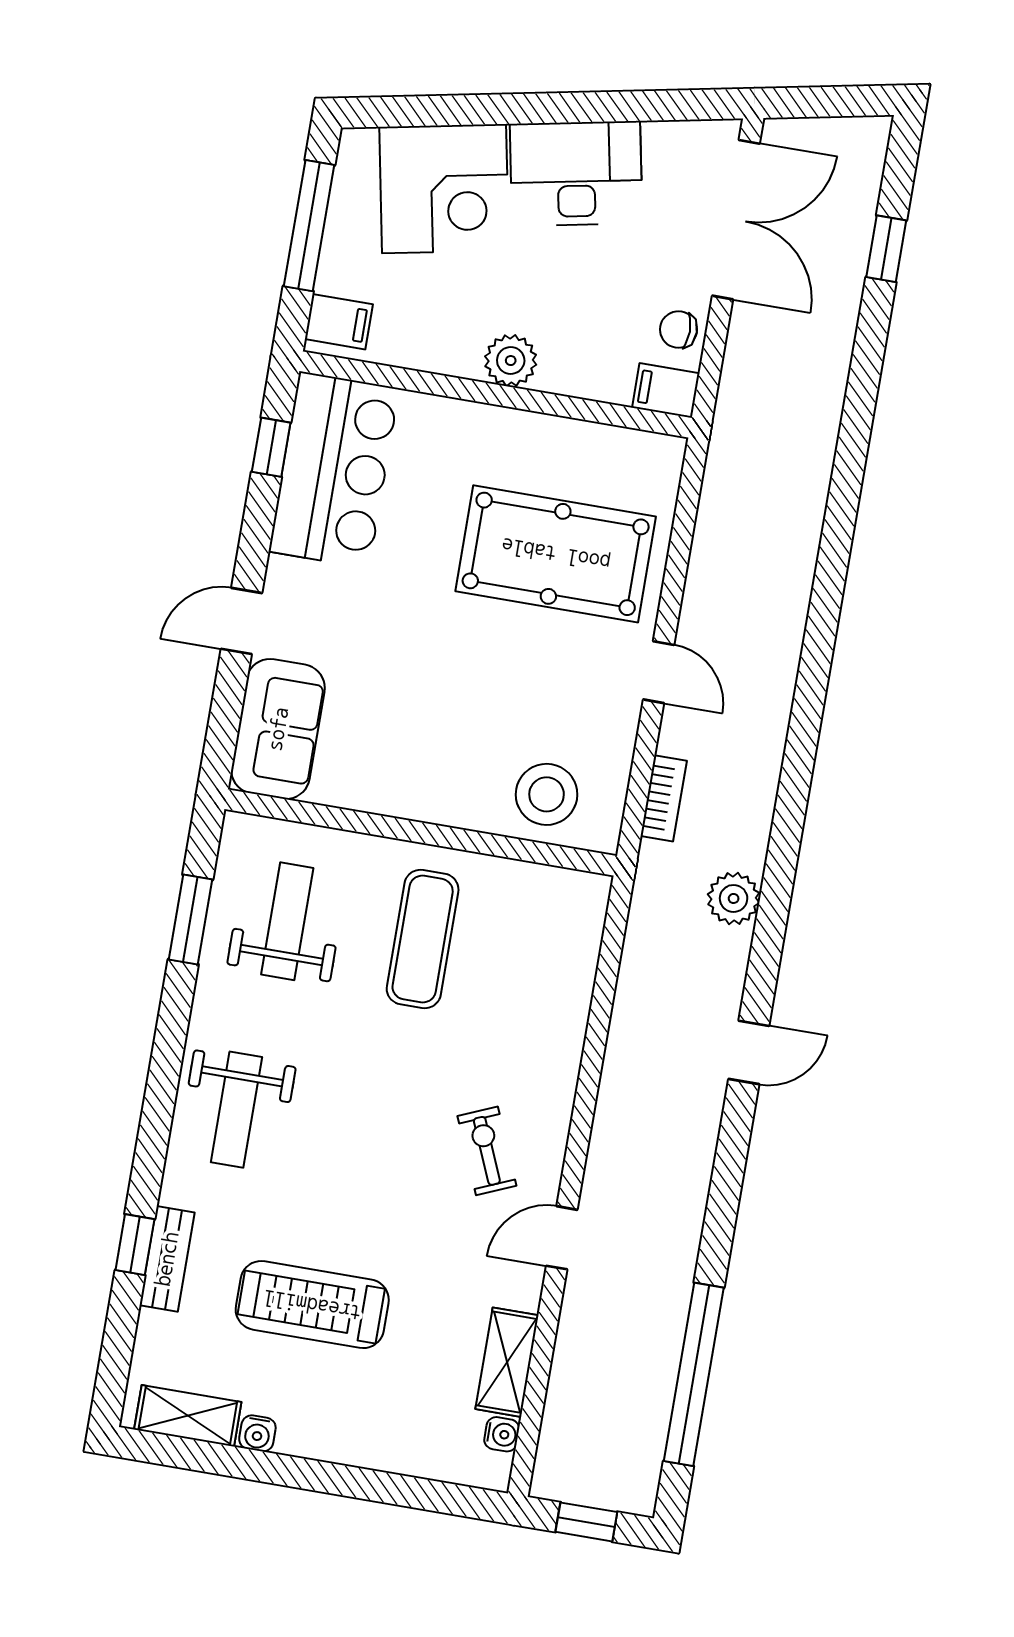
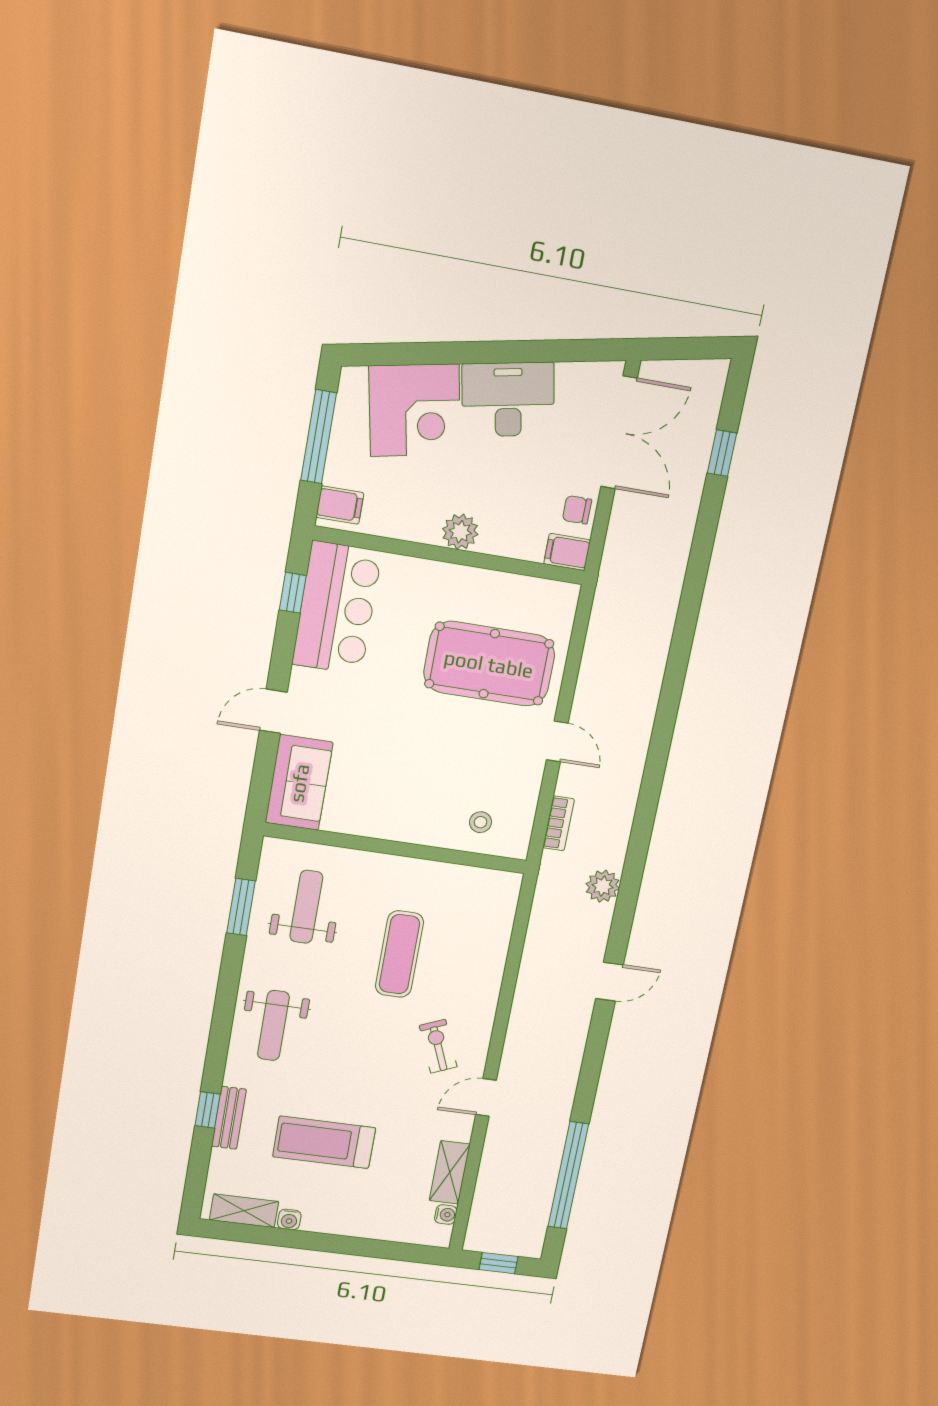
stool: (547, 794) -> (480, 822), width x0.53, depth x0.53
exercise mat: (423, 939) -> (399, 954), moved

